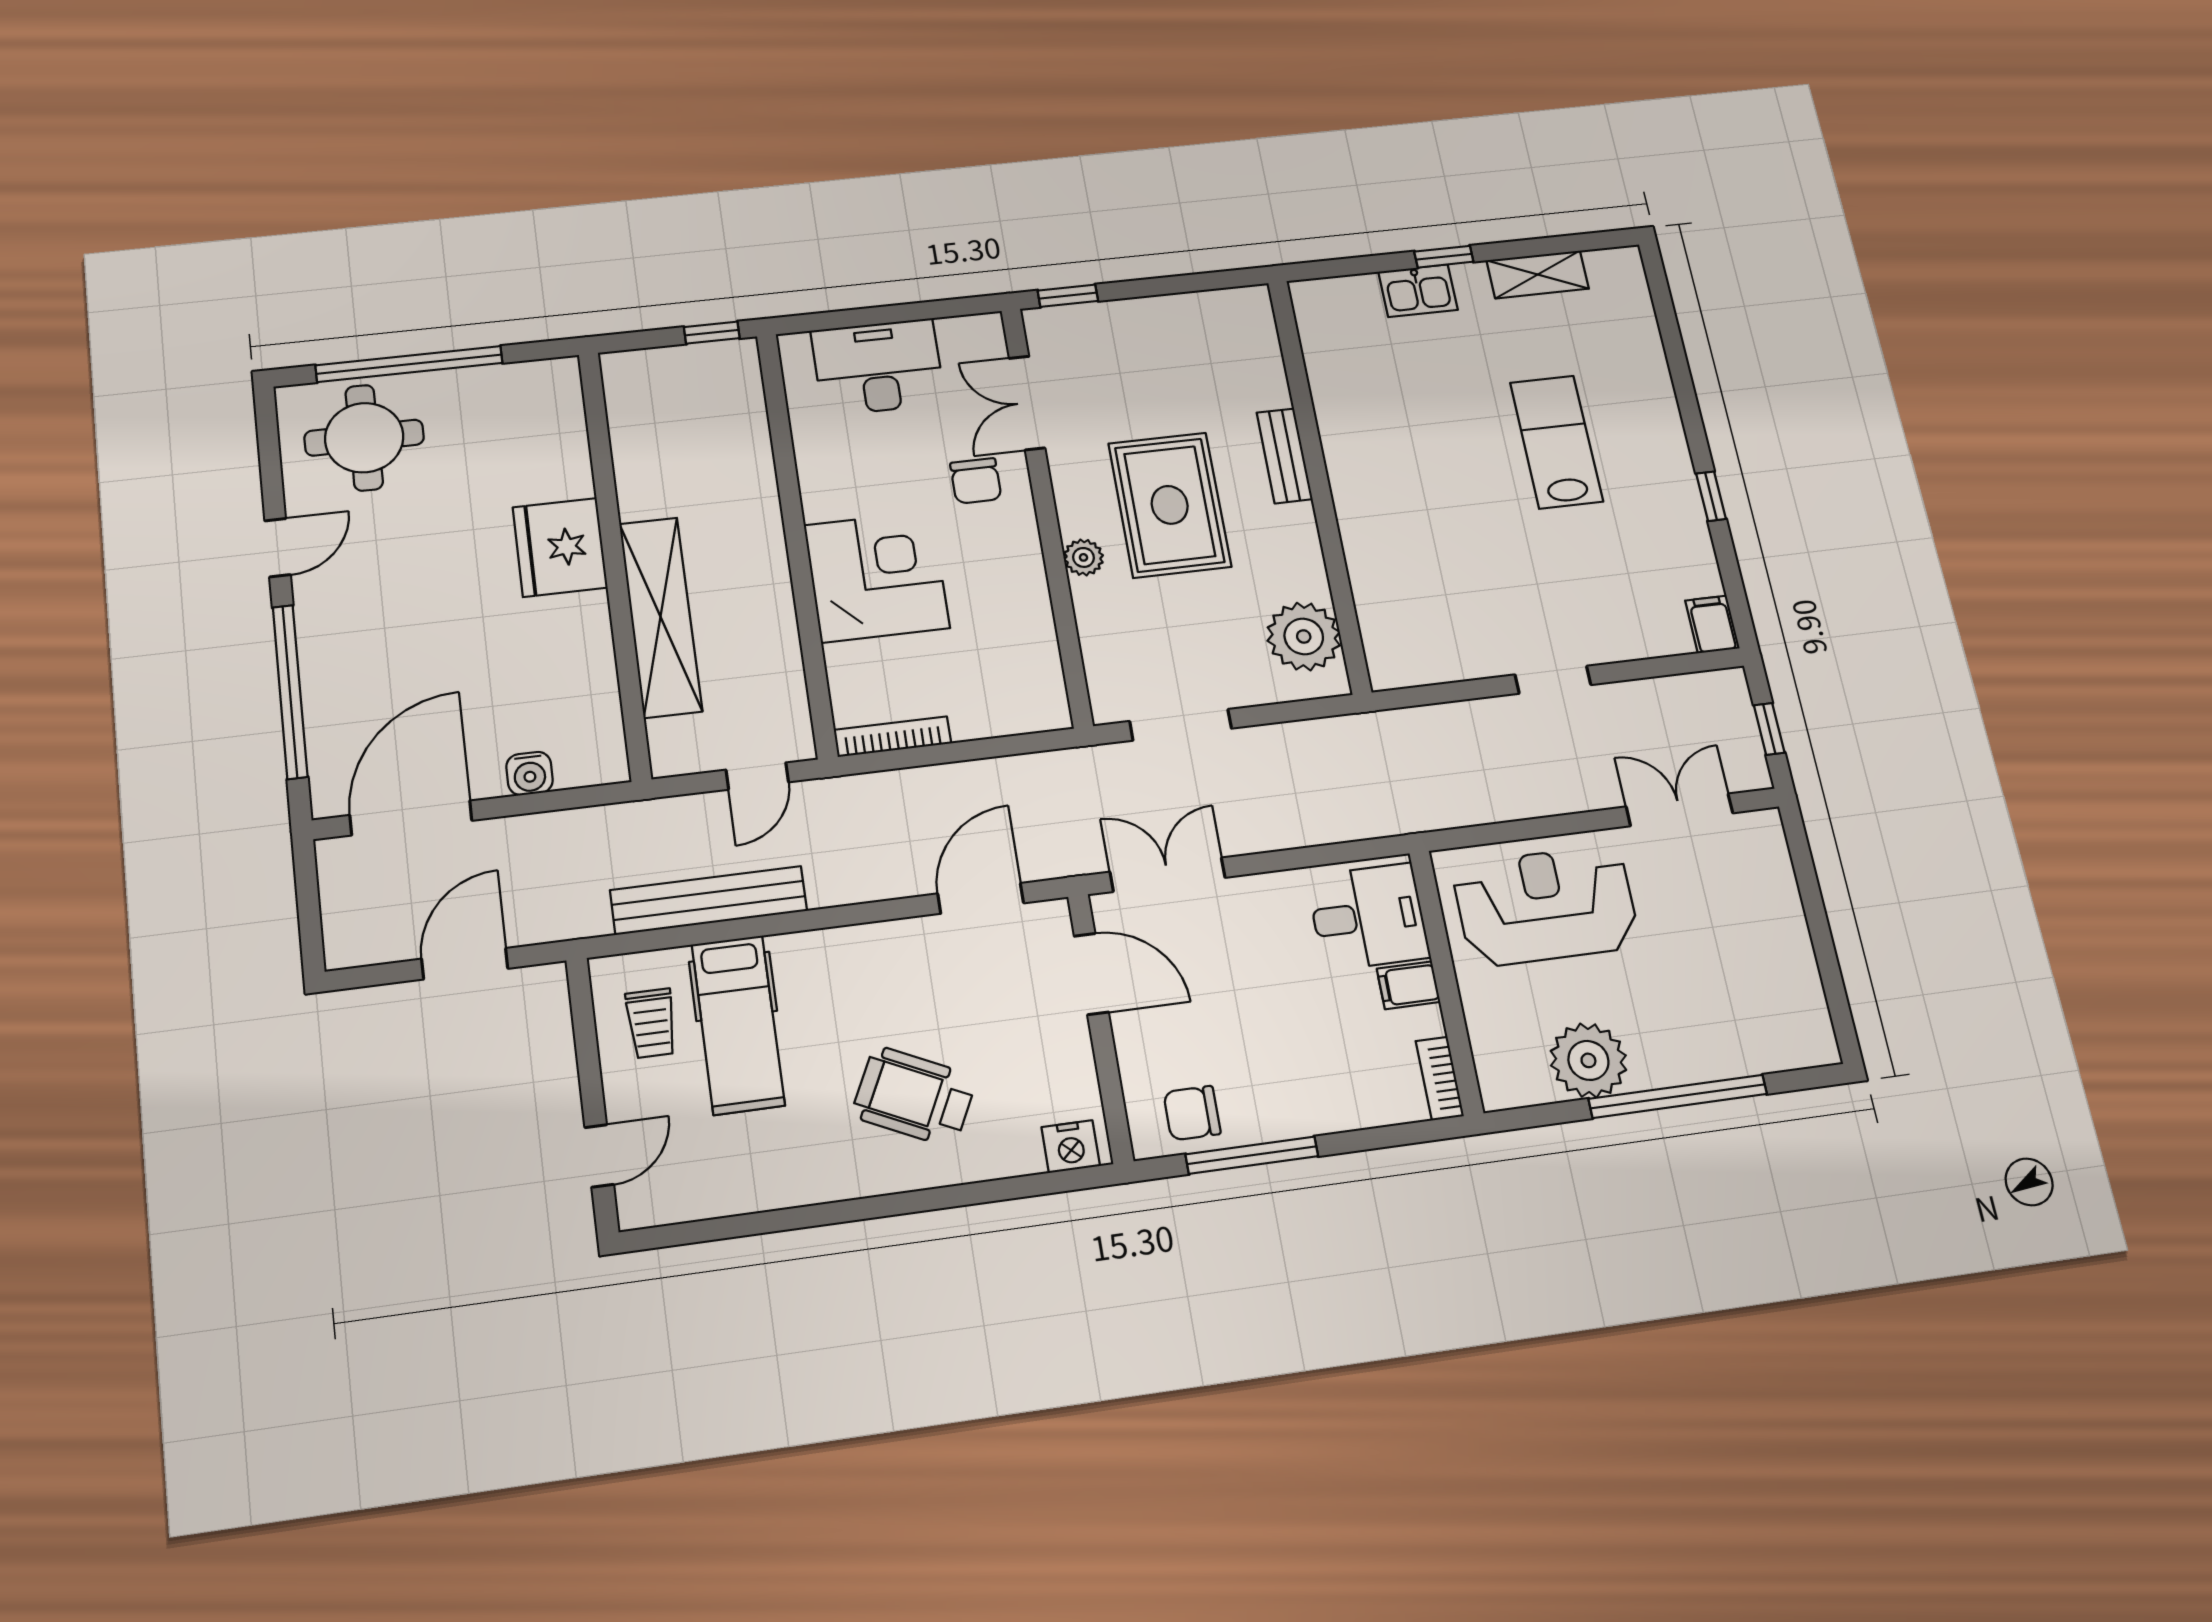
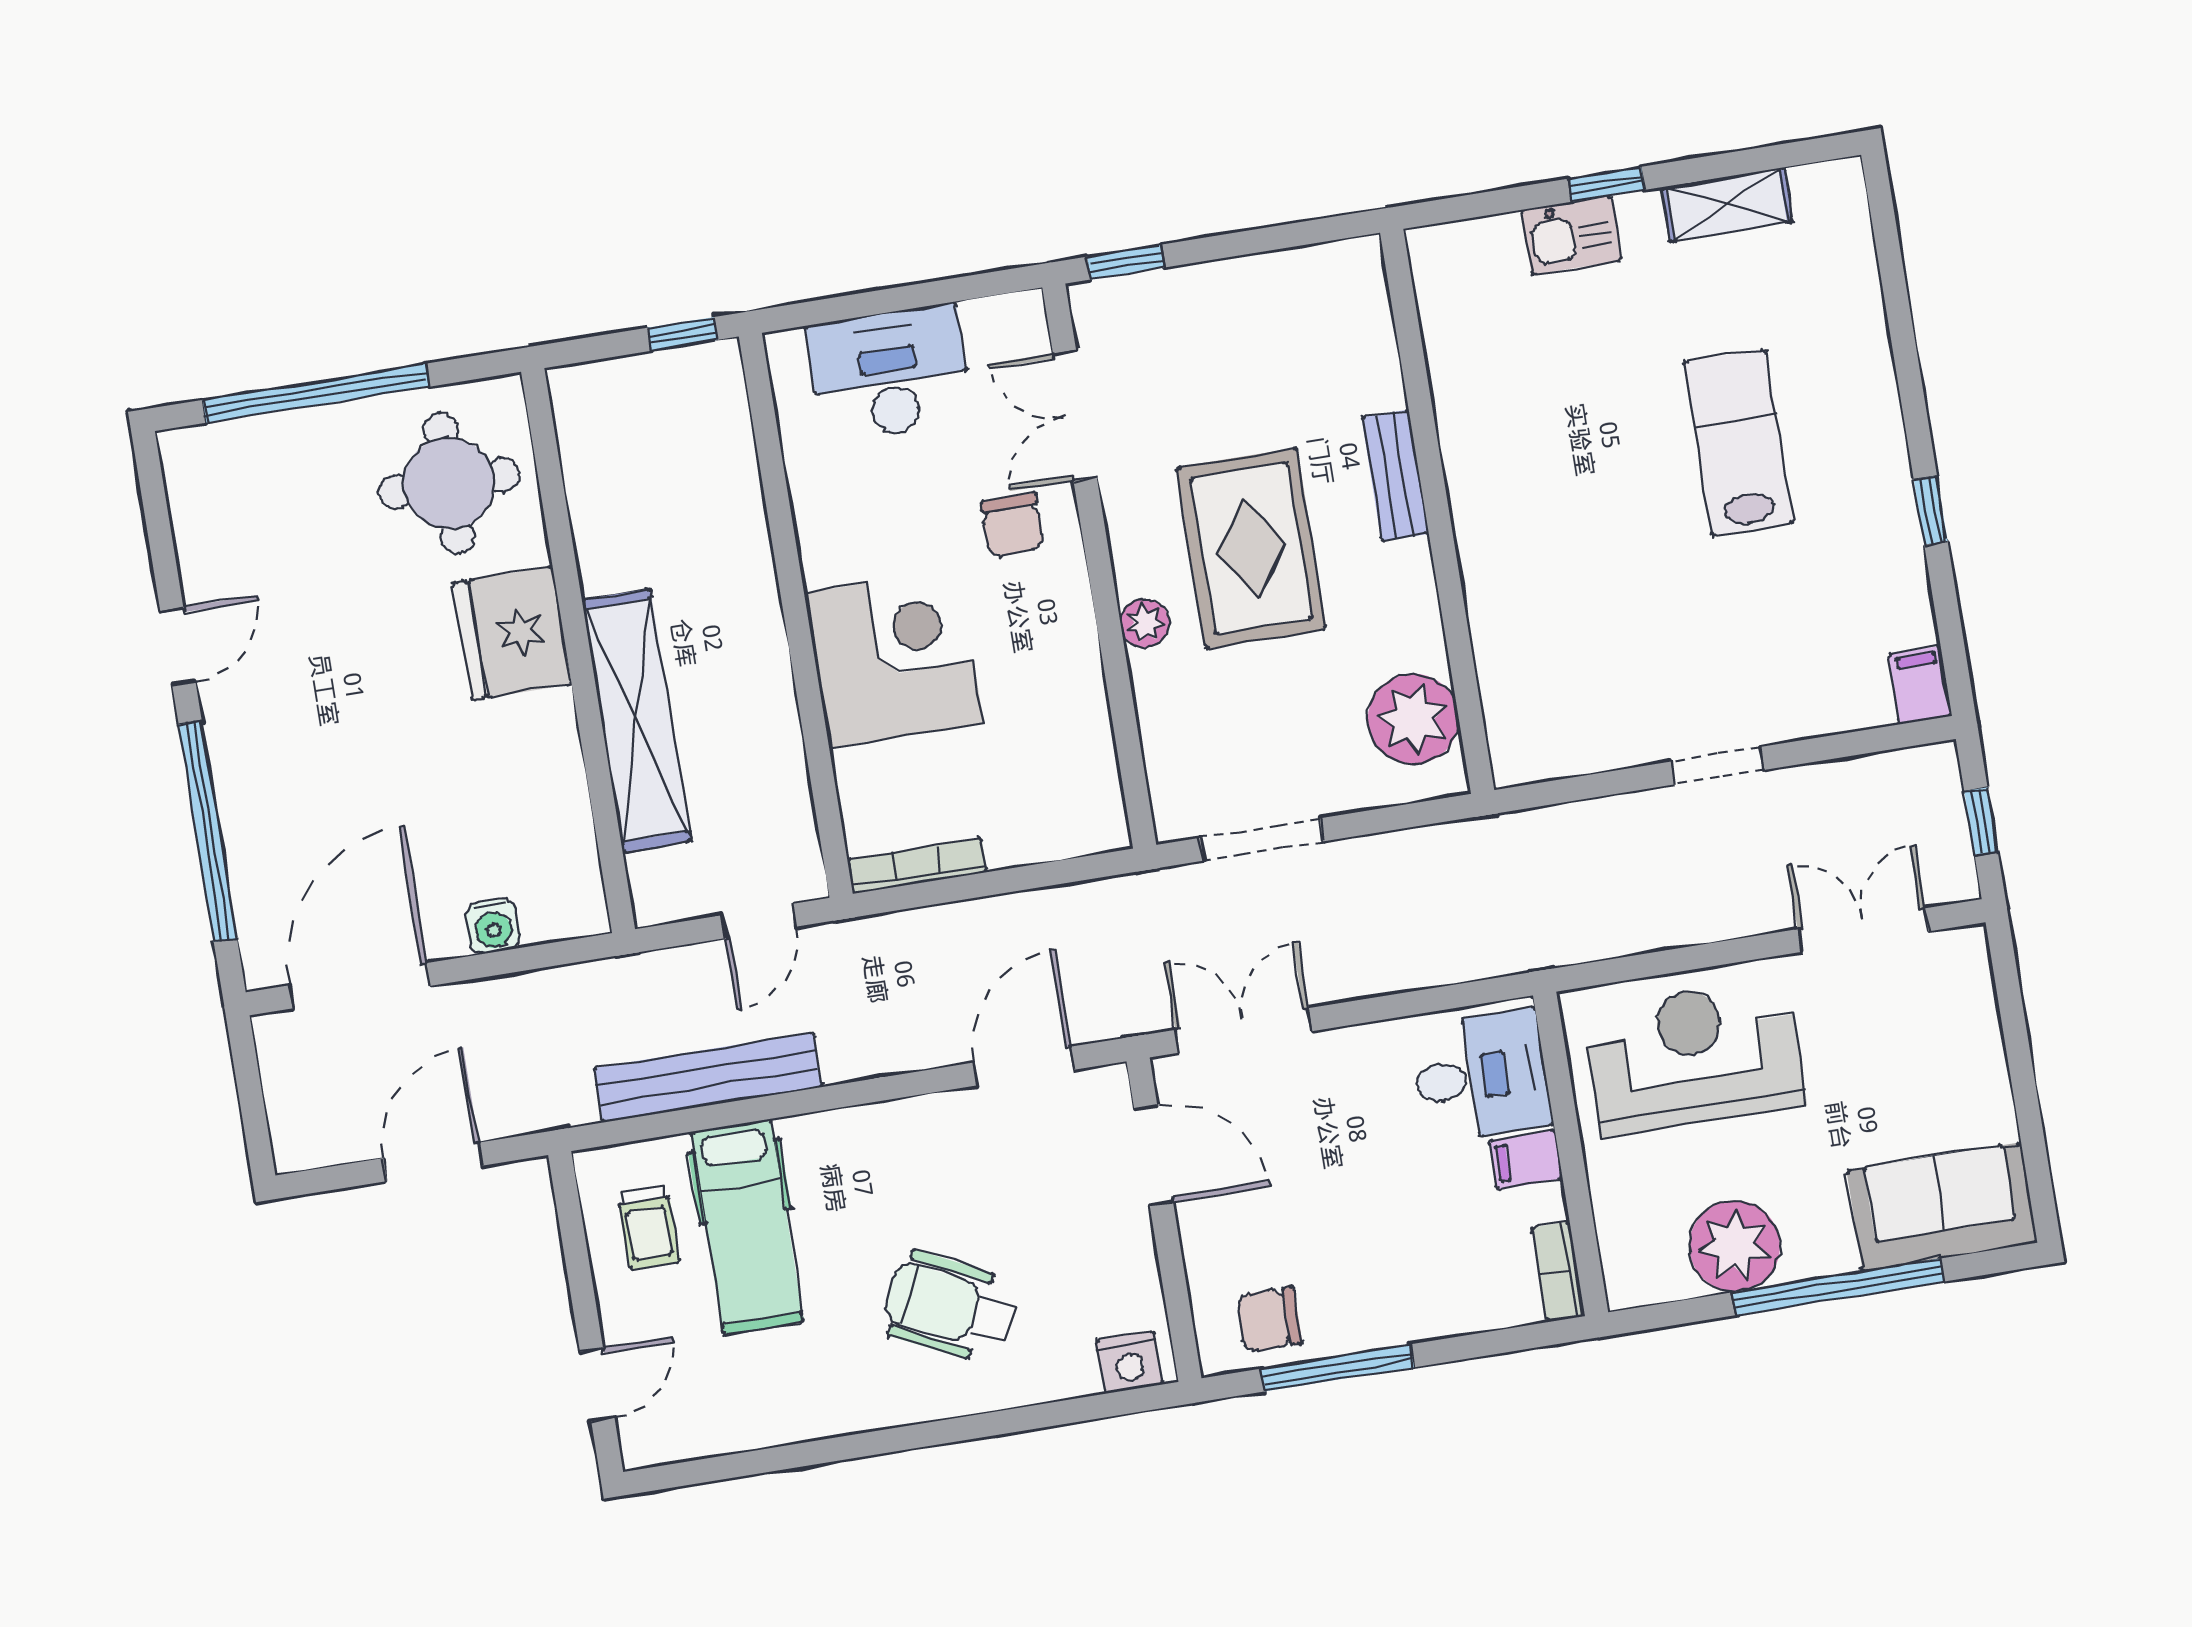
round table: (364, 438) -> (449, 484), moved
sofa: (1761, 1032) -> (1942, 1207), added

